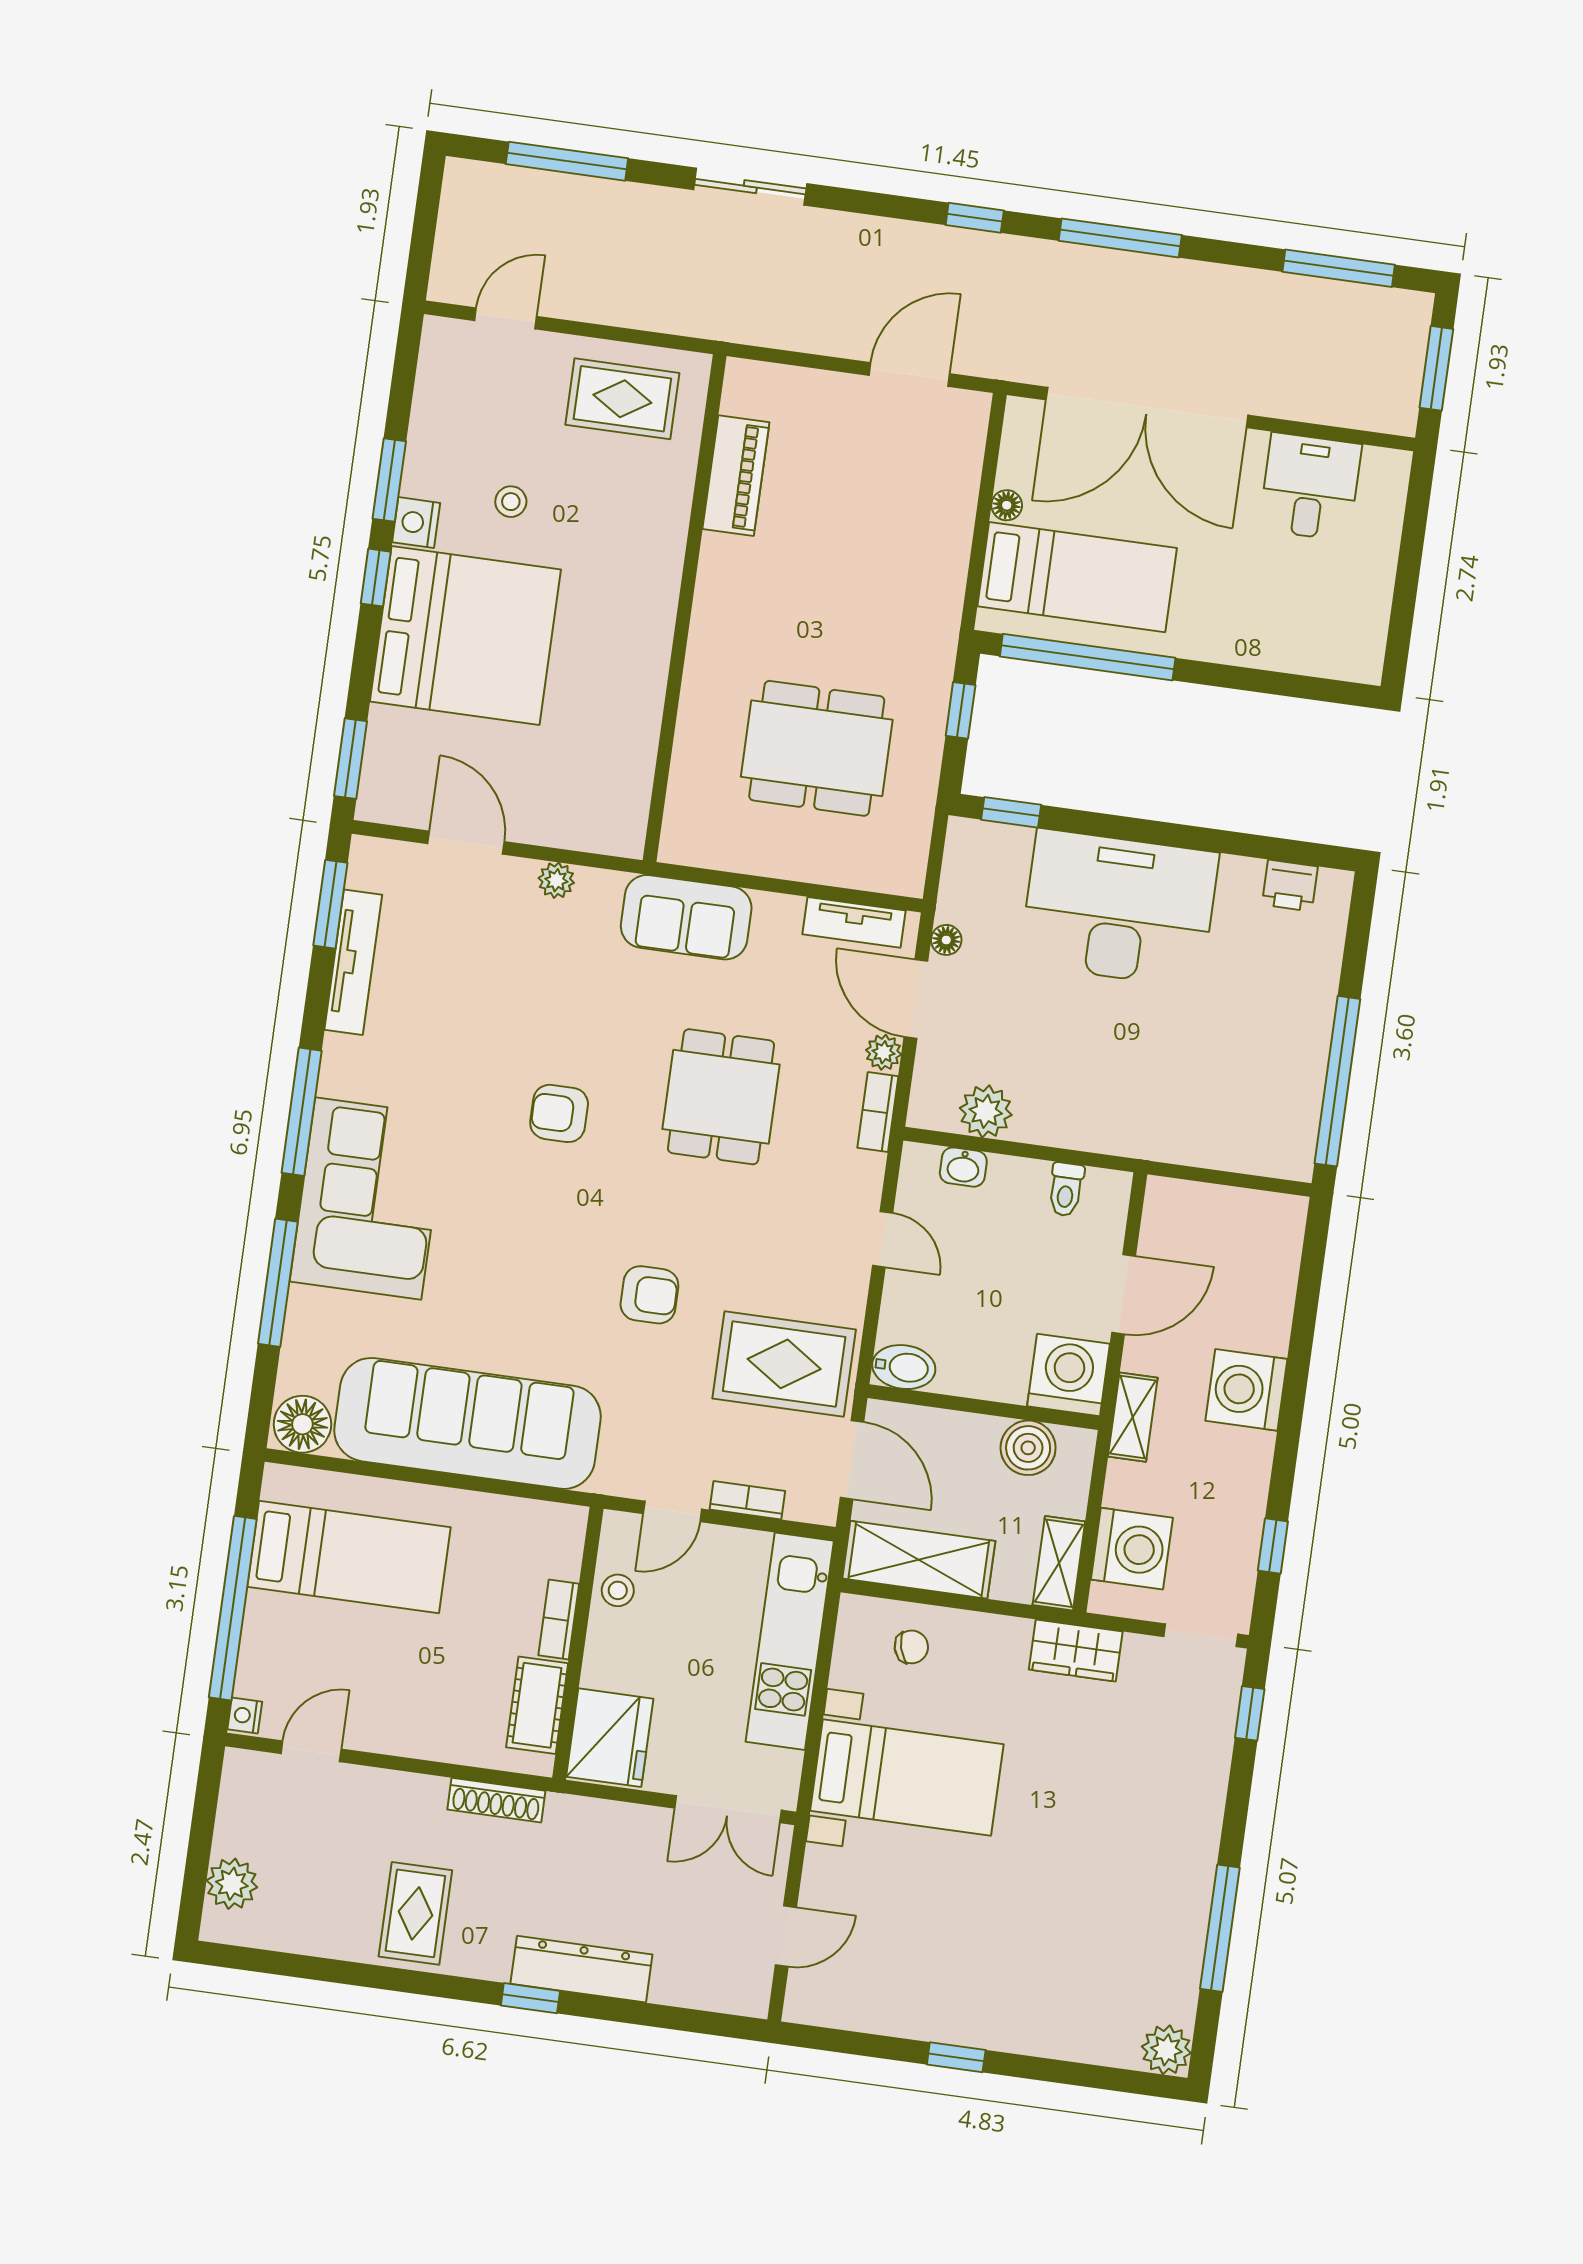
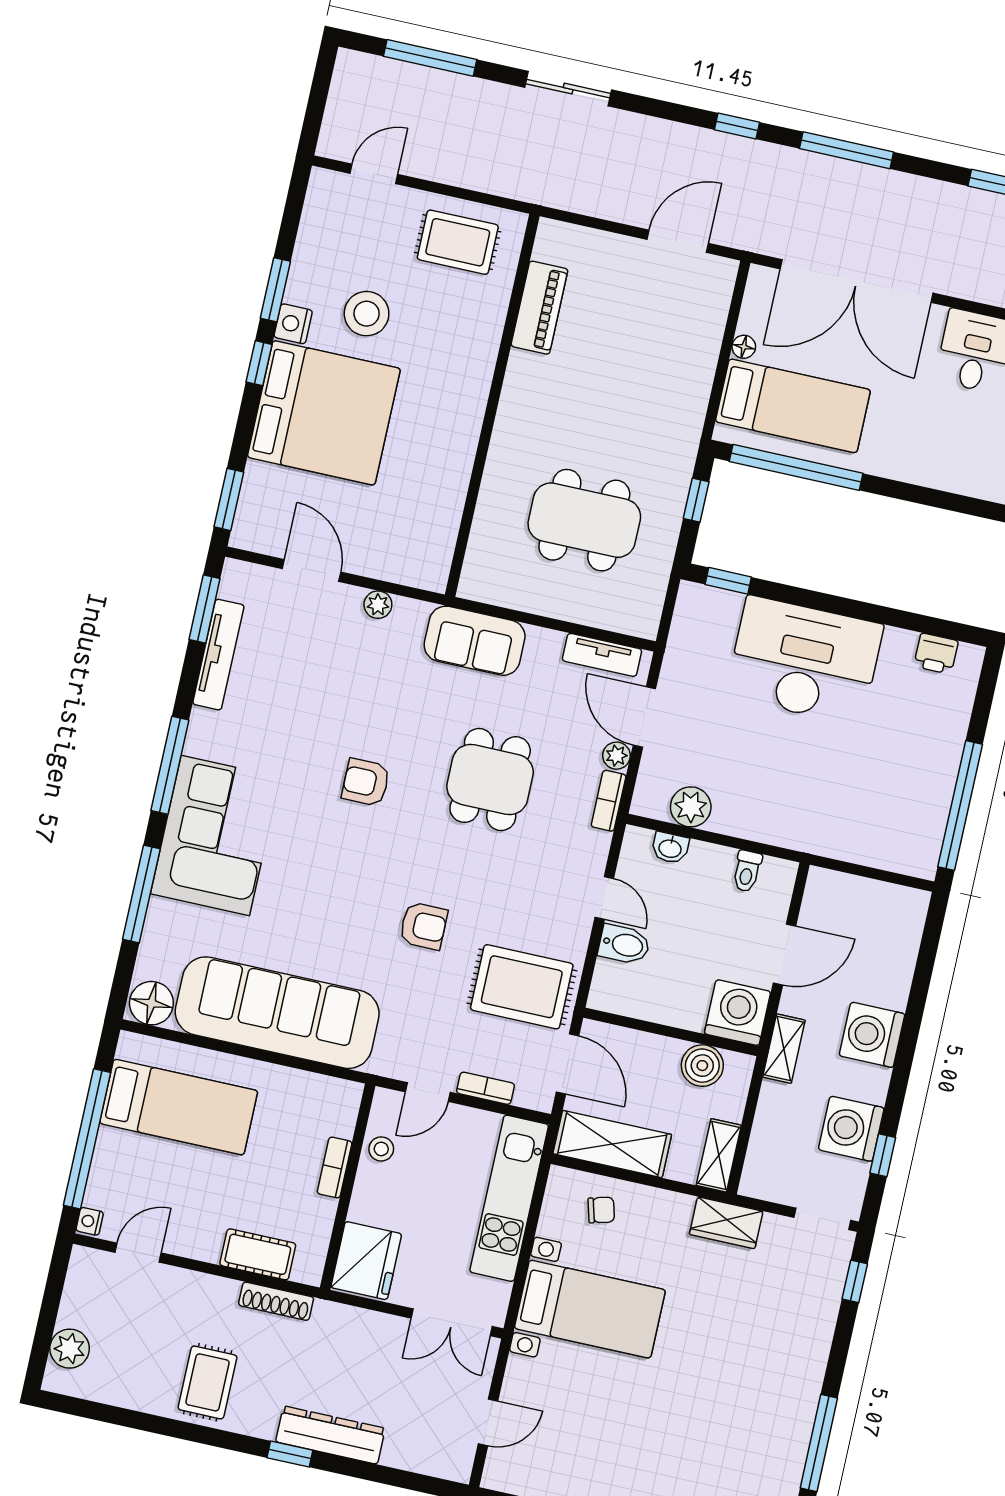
stool: (511, 502) -> (367, 314), width x1.89, depth x1.89
floor lamp: (946, 940) -> (671, 674), removed
bidet: (904, 1367) -> (624, 945), moved
washing machine: (1132, 1549) -> (851, 1129), moved, turned 180
cot: (537, 1705) -> (258, 1254), moved, turned 90

